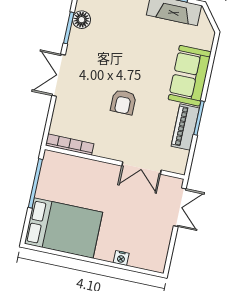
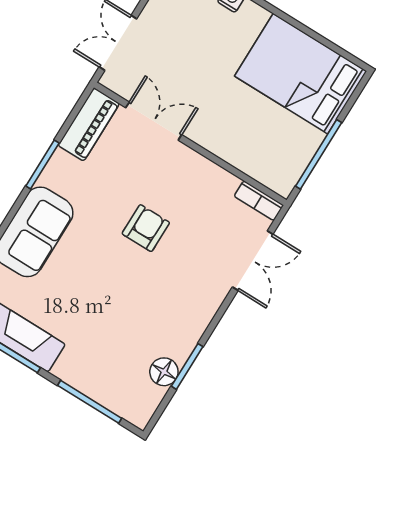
double door: (59, 75) -> (253, 261), moved
piano: (185, 127) -> (89, 124), moved
bookcase: (70, 145) -> (259, 201), width x0.64

